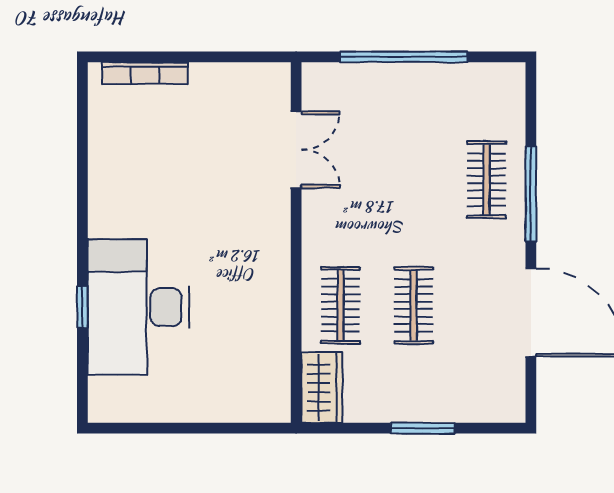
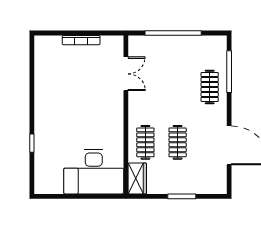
bookcase: (145, 73) -> (81, 40), moved
window: (531, 194) -> (229, 72), moved
desk: (139, 307) -> (94, 172), moved, turned -90

